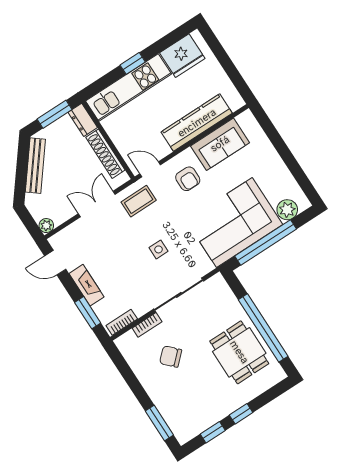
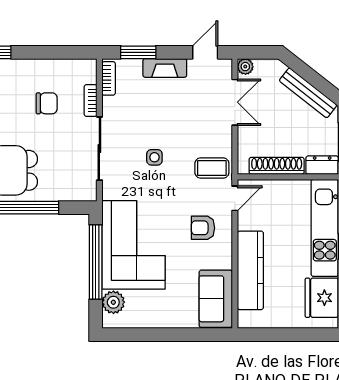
sofa: (220, 144) -> (216, 299), moved
coffee table: (139, 201) -> (212, 168), turned 90
double door: (97, 204) -> (235, 102), moved
chair: (171, 357) -> (47, 103), turned 44

